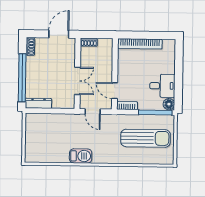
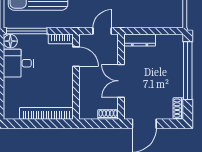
double door: (77, 81) -> (121, 81), moved
dresser: (38, 103) -> (140, 40), moved
door: (93, 112) -> (102, 31), hinge flipped

